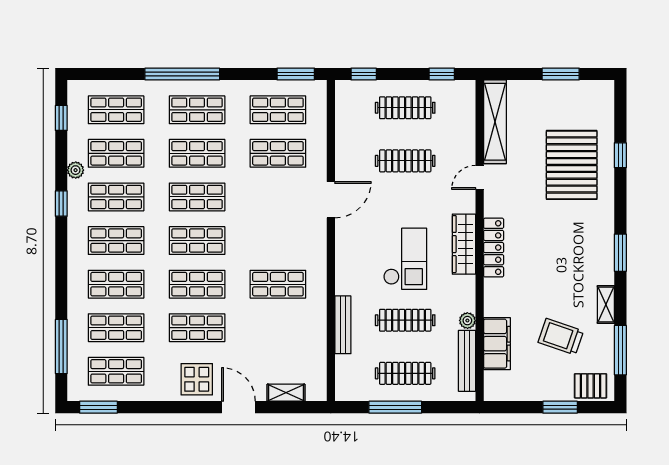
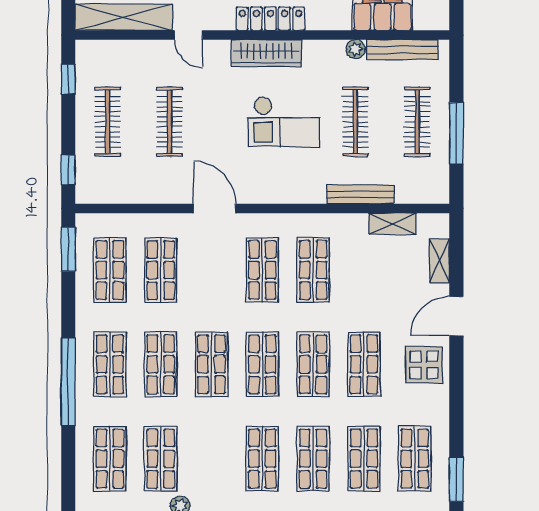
shop shelf: (116, 197) -> (262, 270), moved
checkout: (405, 259) -> (284, 122), turned 180
shelving: (318, 352) -> (392, 224), added

